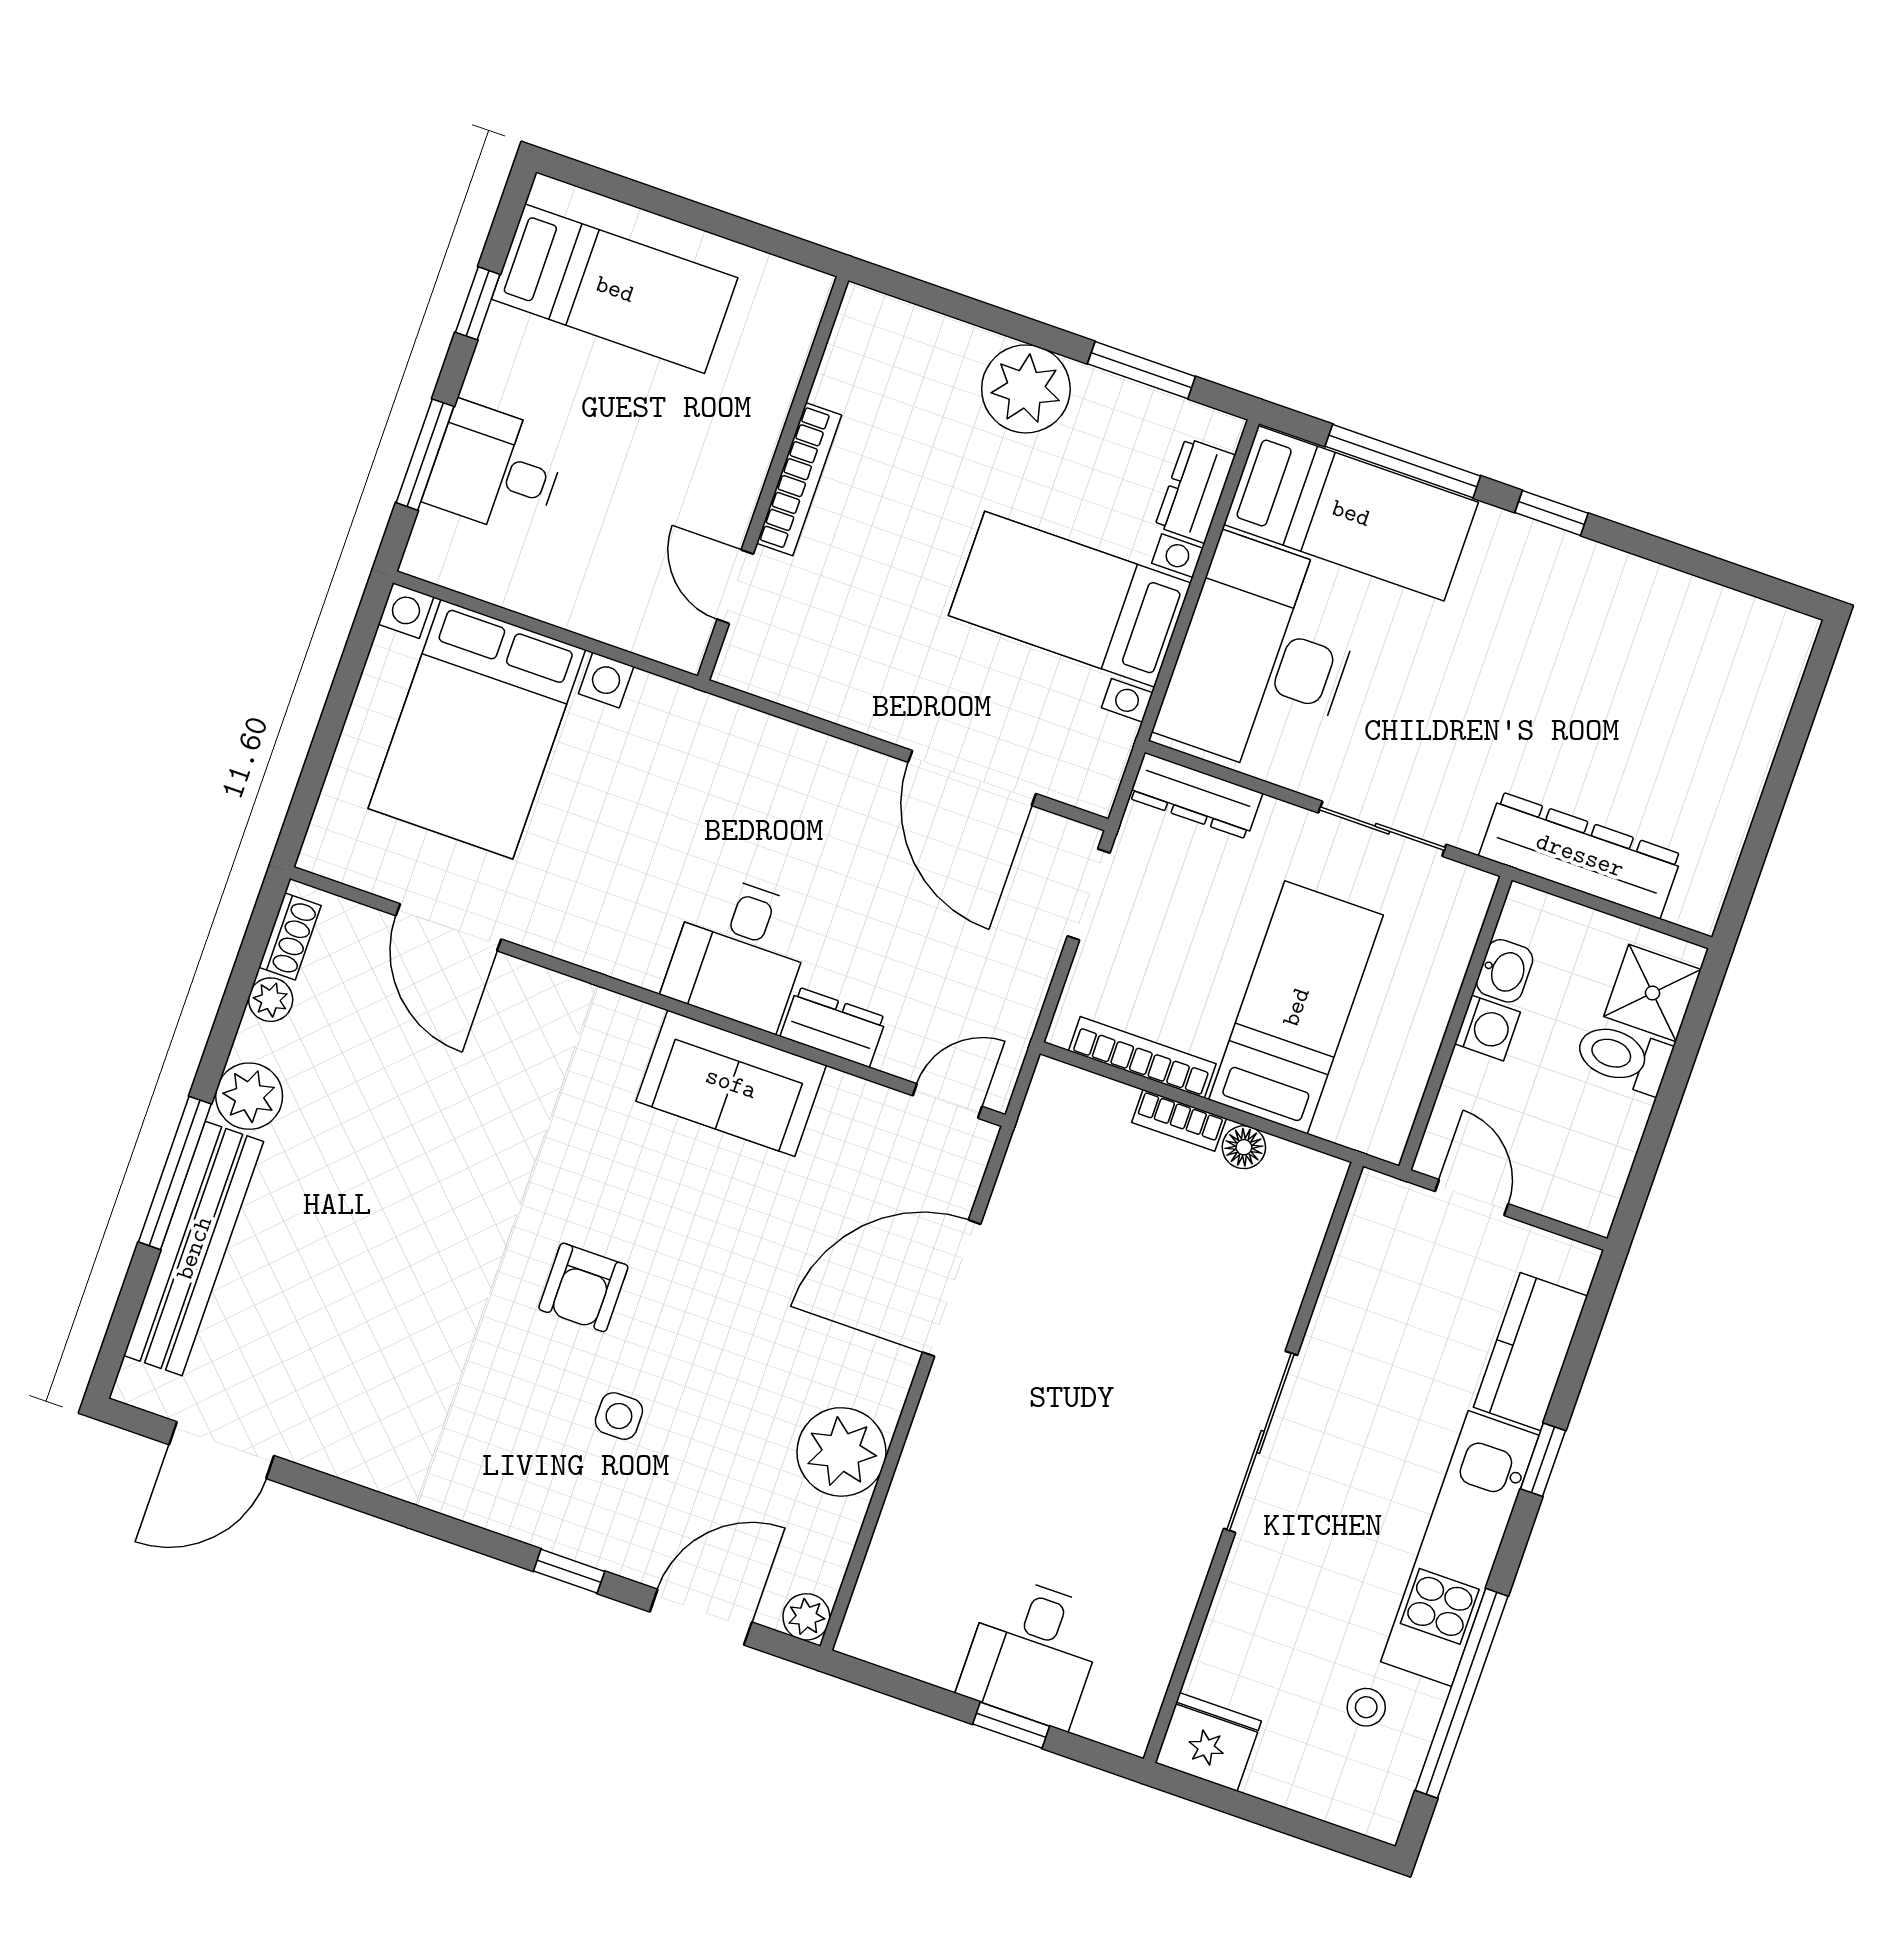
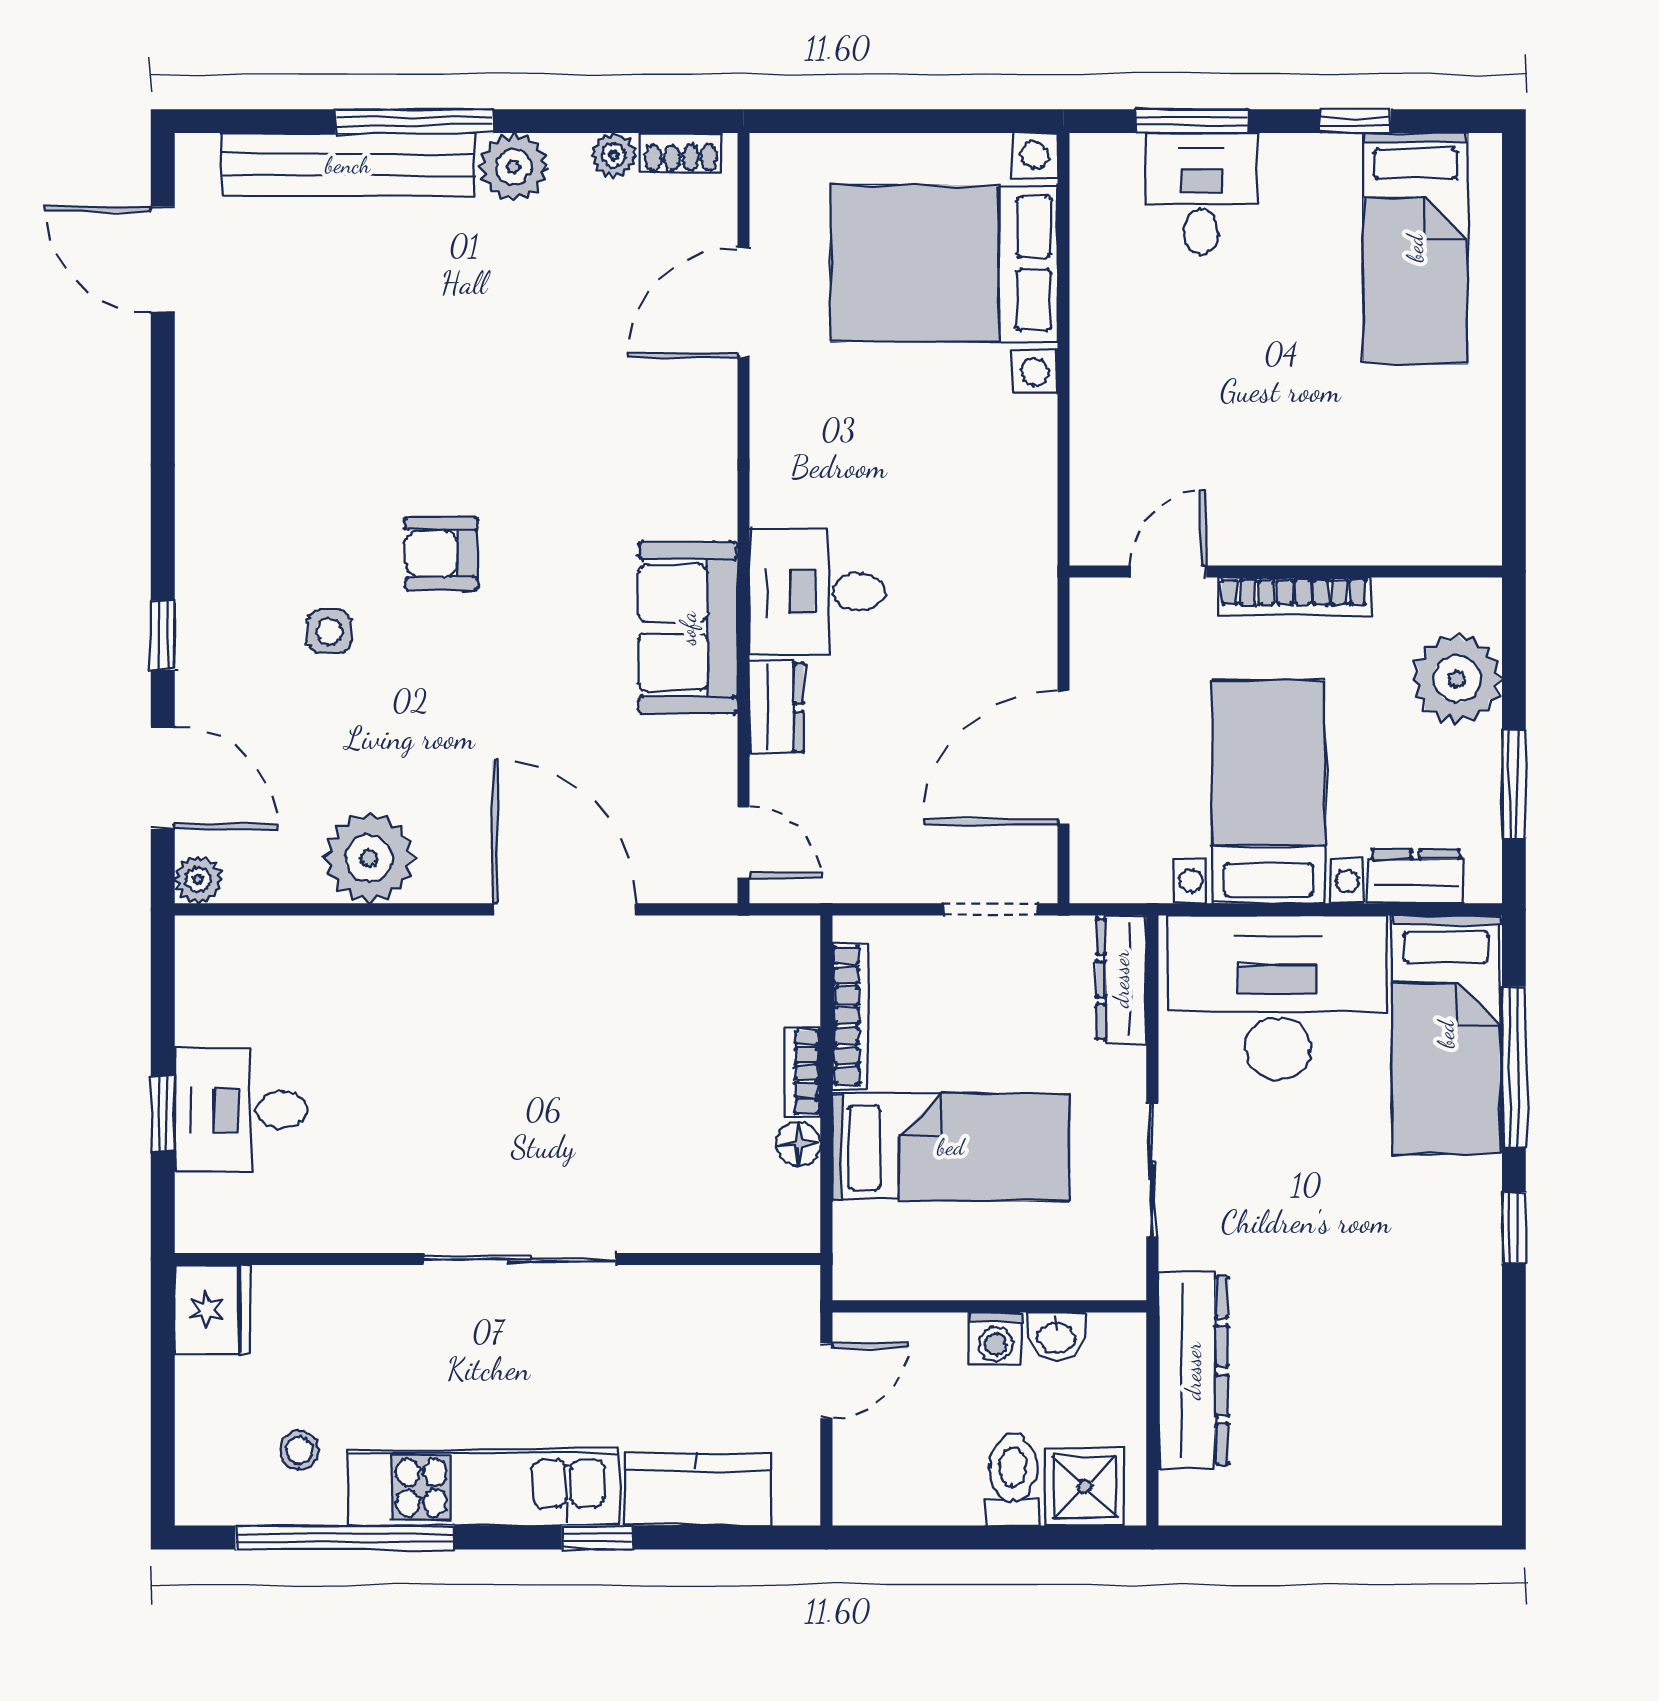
wall: (773, 478) -> (1286, 572), moved
bookcase: (799, 479) -> (1294, 597), moved
door: (735, 587) -> (1168, 572), moved

